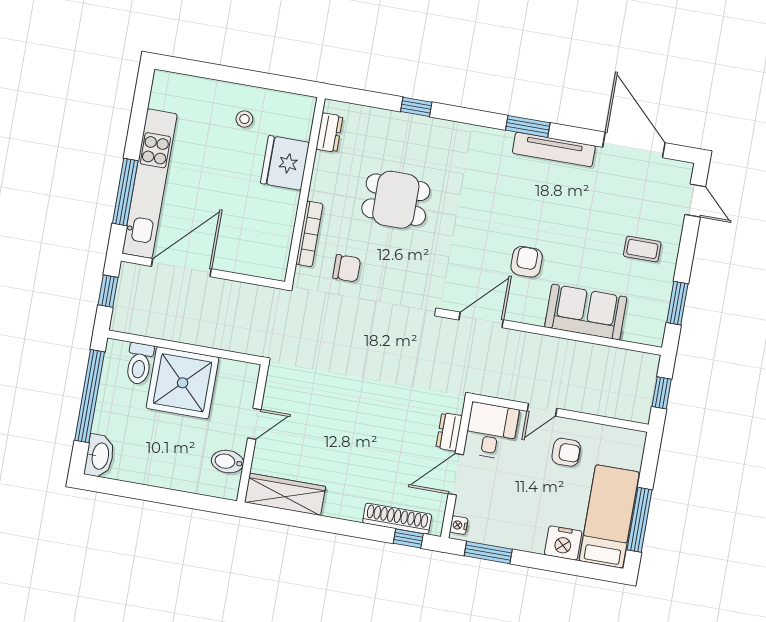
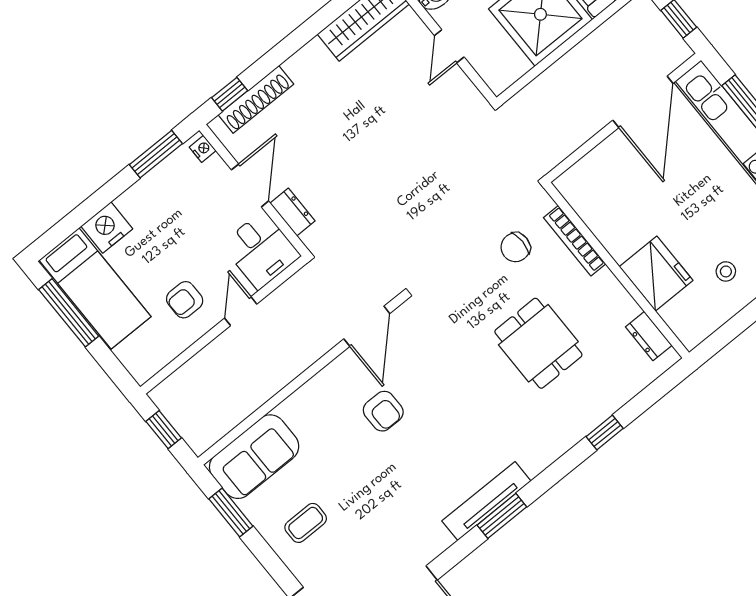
tv unit: (554, 149) -> (486, 501), moved
dining table: (396, 200) -> (538, 343), turned 90
sofa: (586, 312) -> (254, 457), moved

